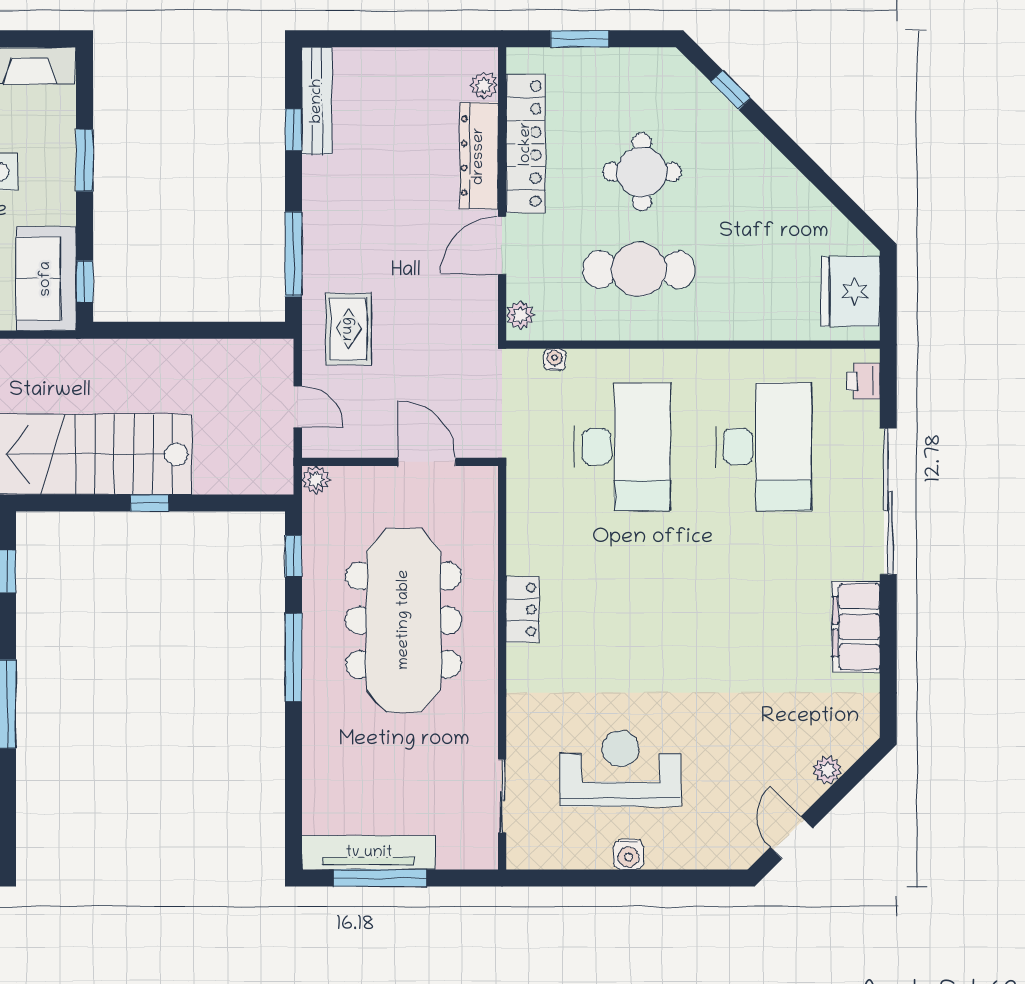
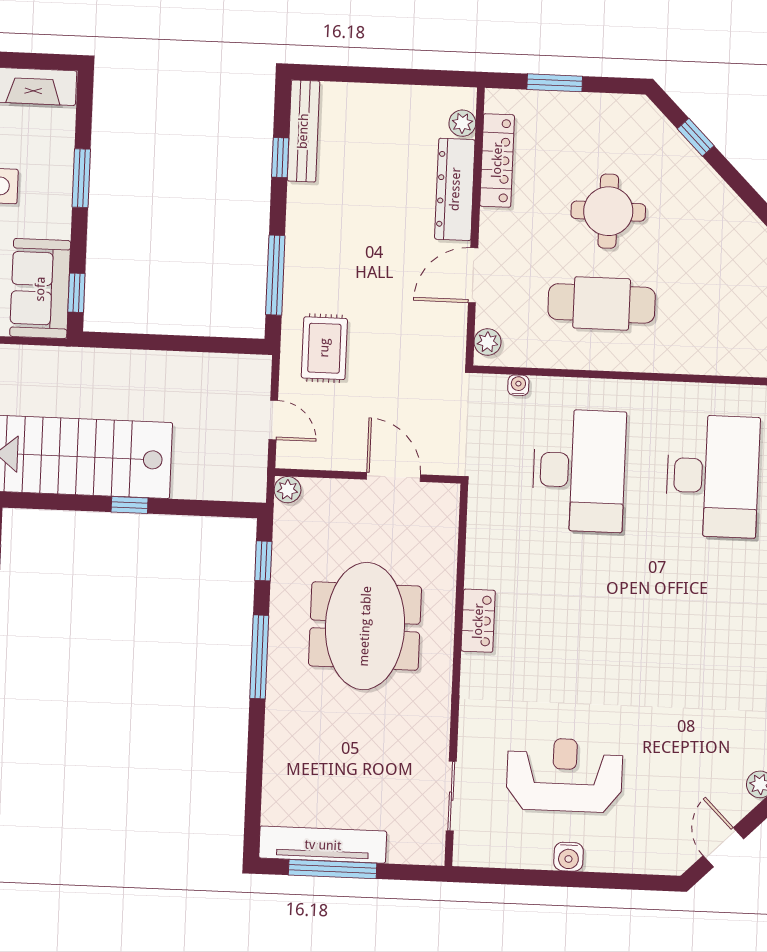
locker: (526, 144) -> (497, 160), width x0.71, depth x0.83
meeting table: (404, 620) -> (365, 626), width x0.73

